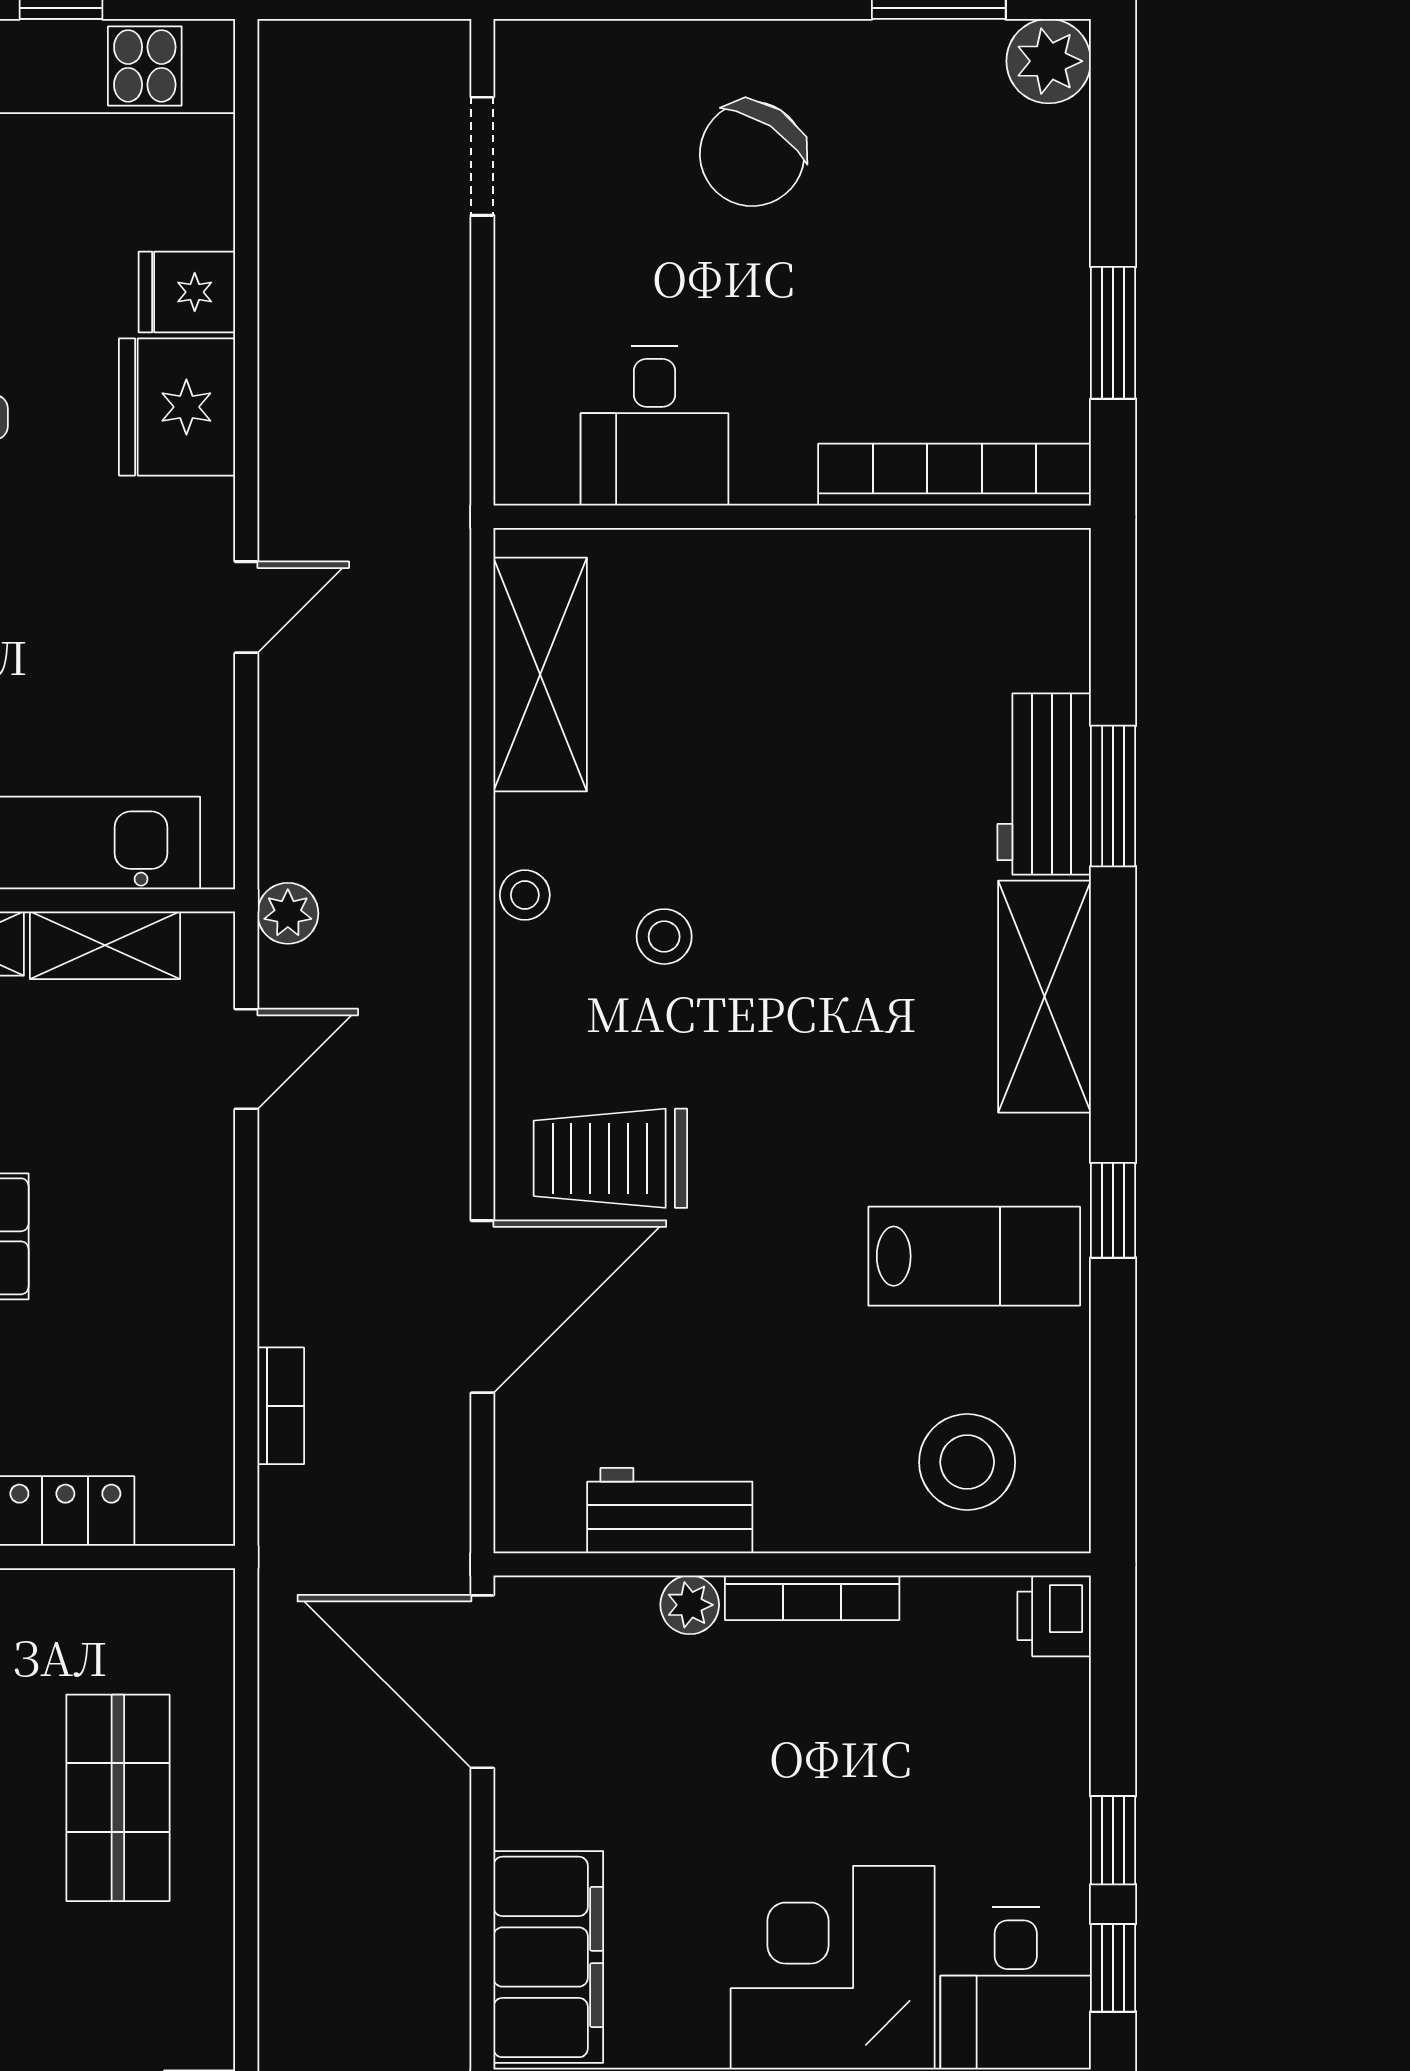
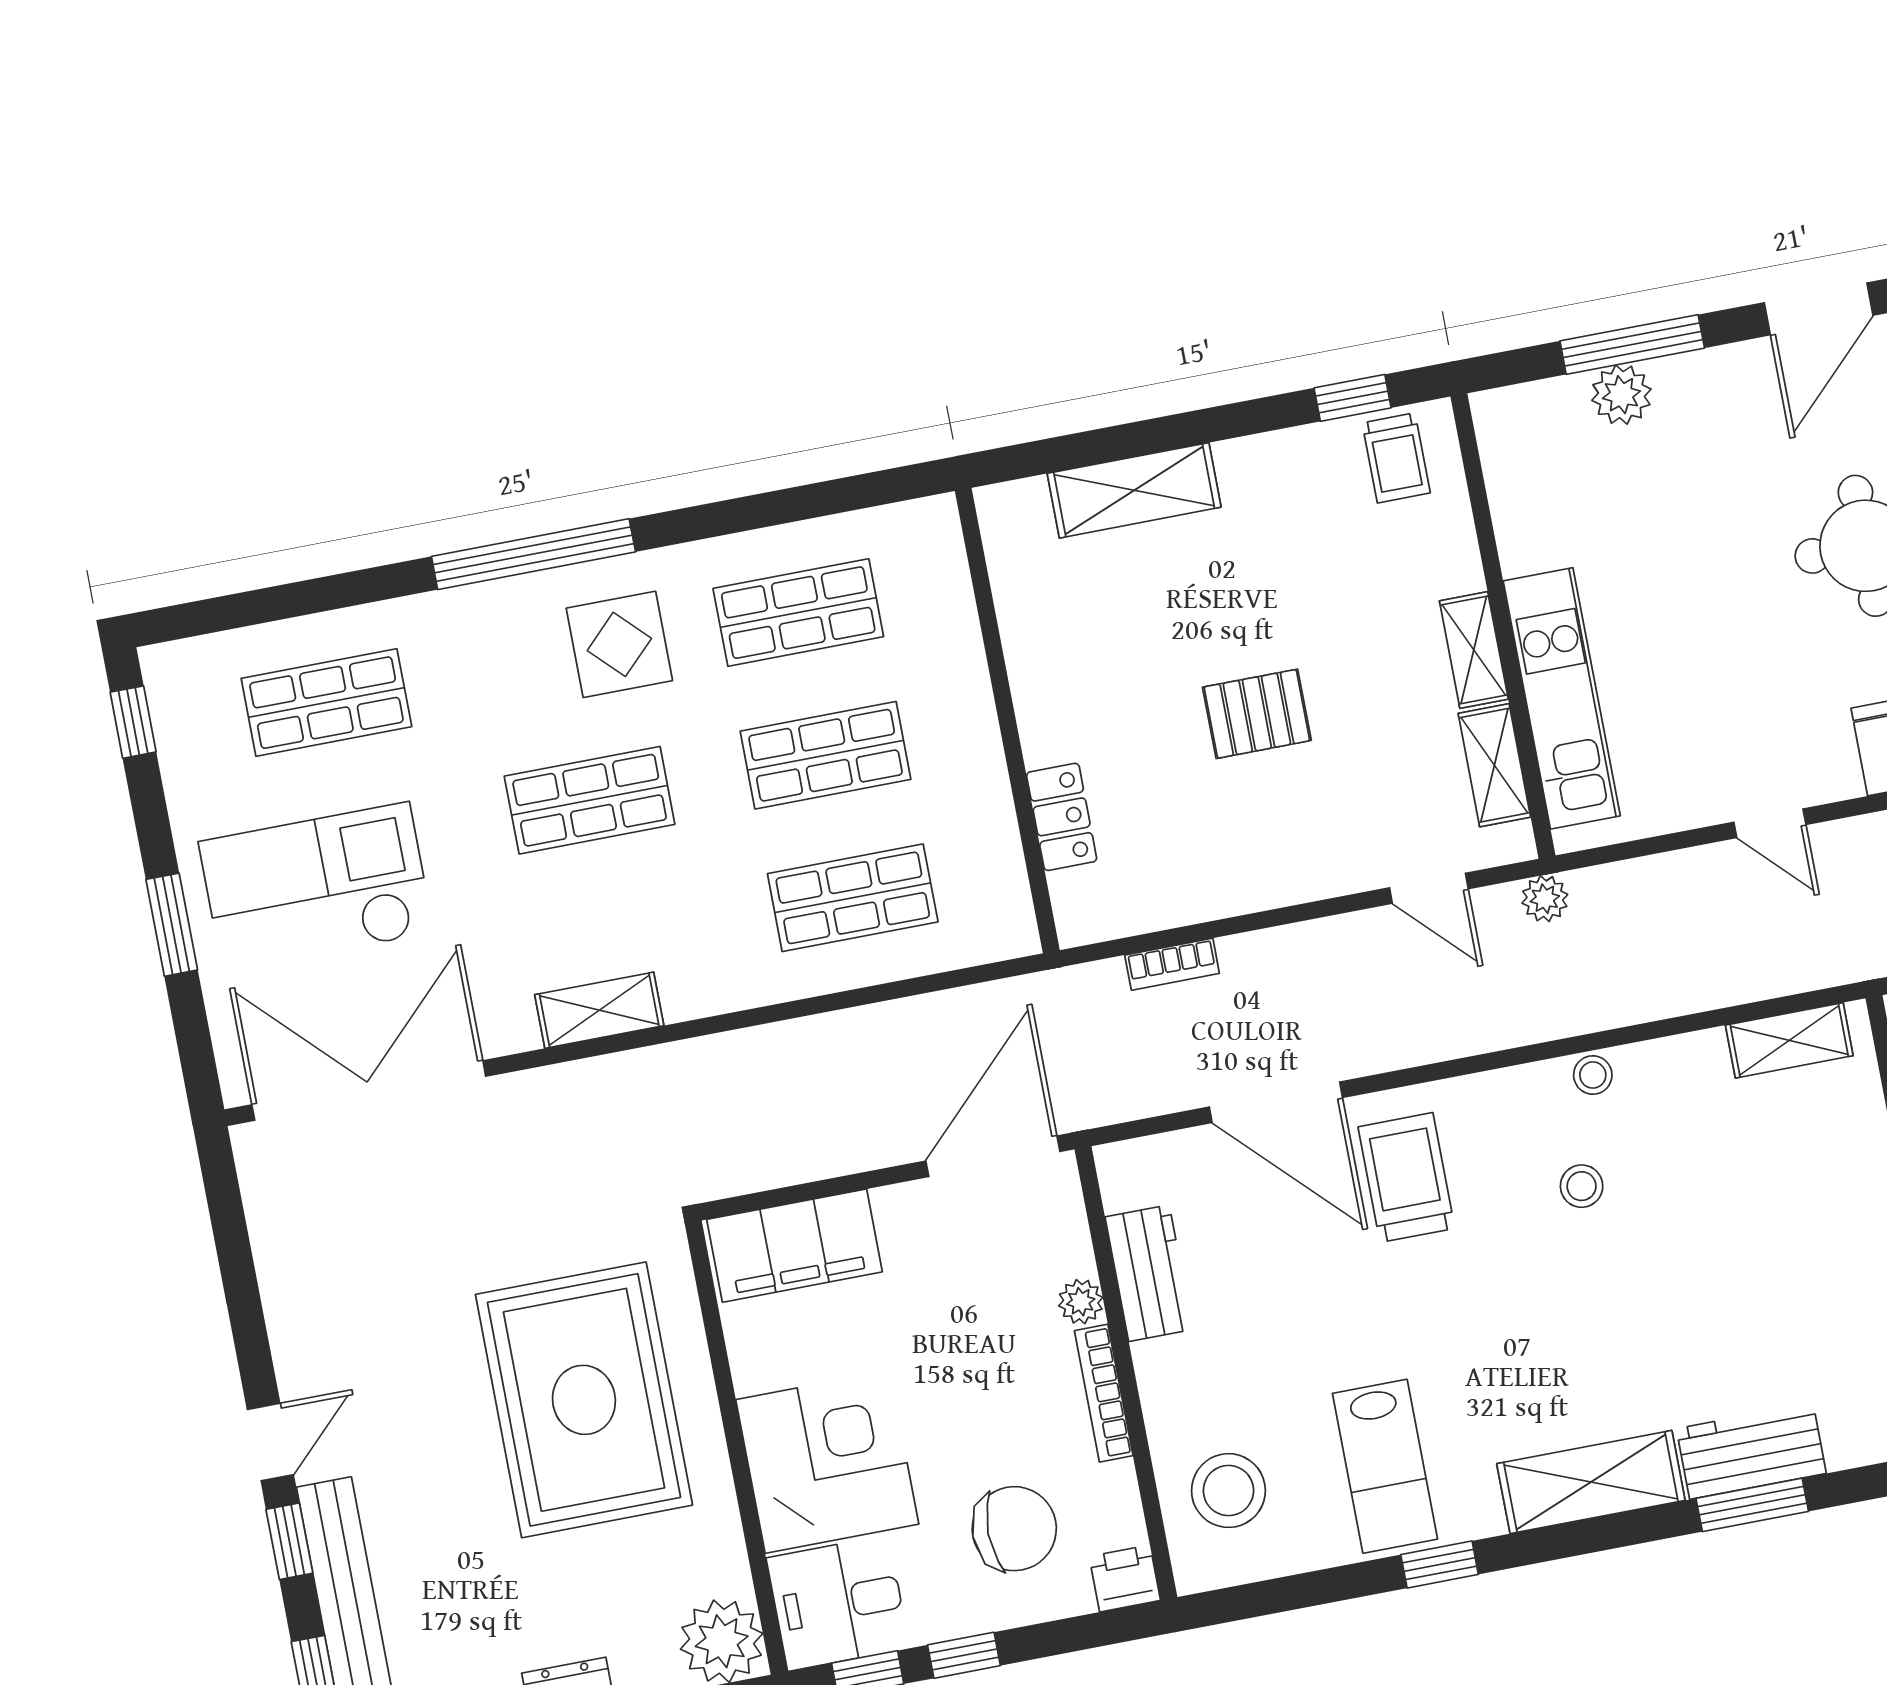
shelving: (540, 675) -> (1789, 1040), width x0.67, depth x0.75
chair: (964, 1745) -> (1014, 1529), added

